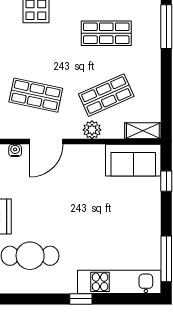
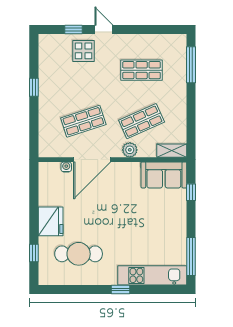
shop shelf: (36, 95) -> (83, 121), turned -30
door: (46, 142) -> (92, 160), width x1.36

